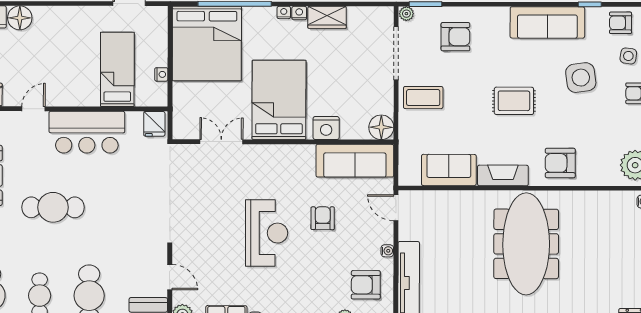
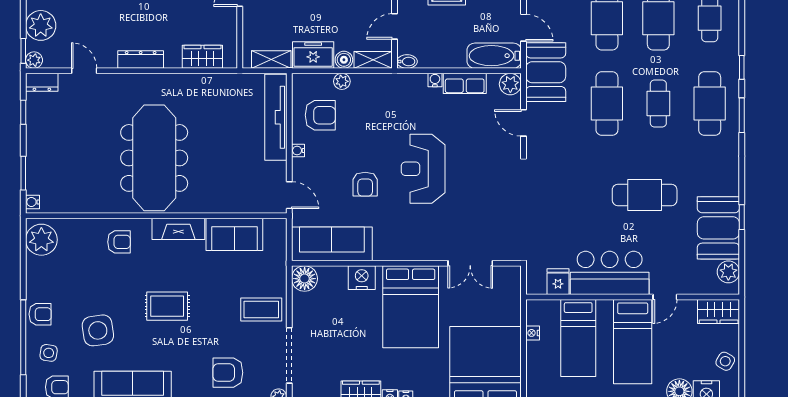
bed: (65, 66) -> (633, 342), added
fridge: (154, 124) -> (558, 282), moved
armchair: (560, 163) -> (119, 242), width x0.72, depth x0.72

